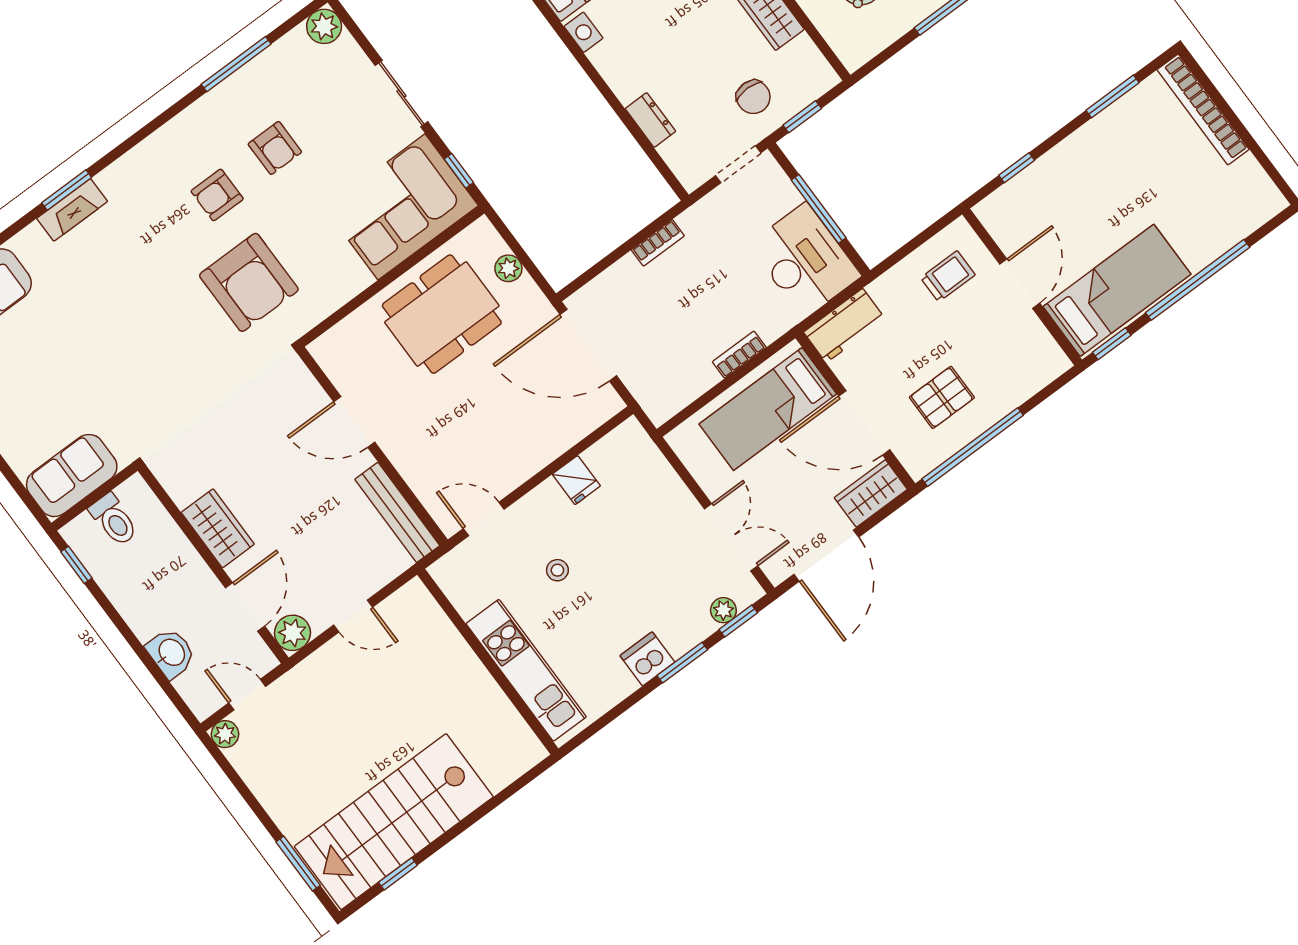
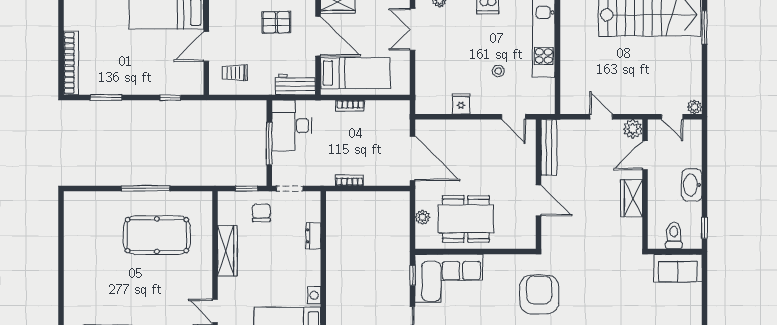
washbasin: (171, 653) -> (692, 185), moved, width x1.38

